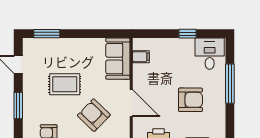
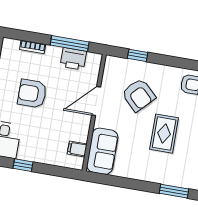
rug: (65, 84) -> (164, 134), turned 90
door: (131, 103) -> (96, 101), hinge flipped

